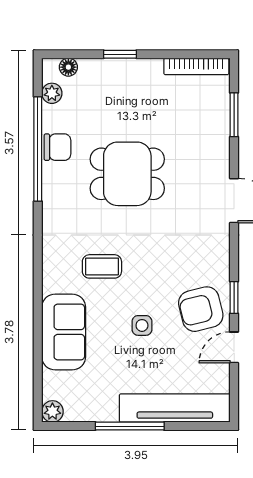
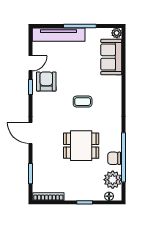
plant: (52, 93) -> (113, 180), width x1.87, depth x1.87
coffee table: (102, 266) -> (83, 102), moved
armchair: (201, 309) -> (46, 82), turned -76
side table: (142, 325) -> (74, 74), removed
sofa: (64, 332) -> (111, 57), moved

